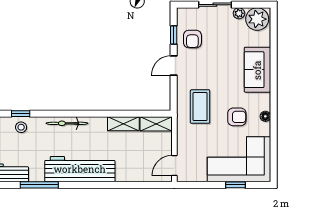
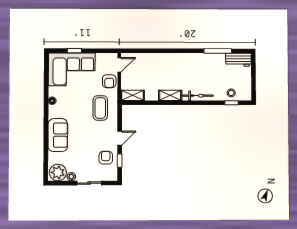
armchair: (237, 117) -> (109, 81), moved, turned -90
shelving: (123, 124) -> (170, 95), moved
workbench: (80, 169) -> (188, 62), removed

